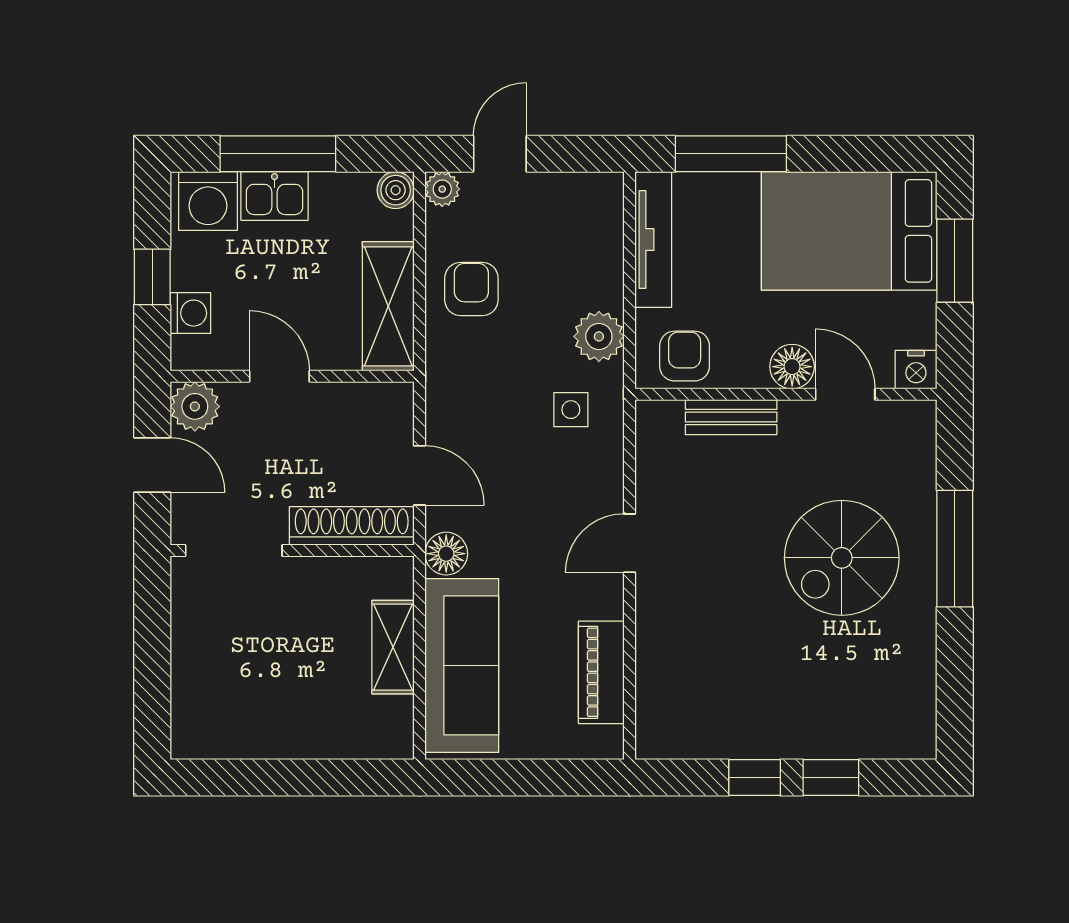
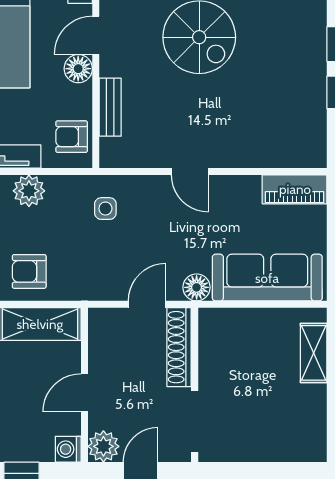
washing machine: (190, 313) -> (68, 449), moved, turned -90
plant: (599, 336) -> (29, 191), moved
shelving: (393, 647) -> (314, 353), moved, turned 90
piano: (601, 672) -> (295, 189), moved

